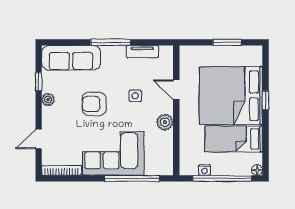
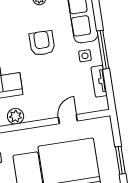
side table: (135, 96) -> (85, 56), moved
plant: (165, 122) -> (16, 116), moved

